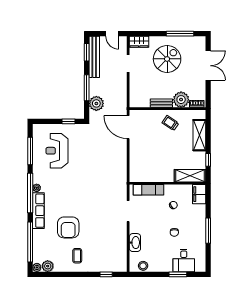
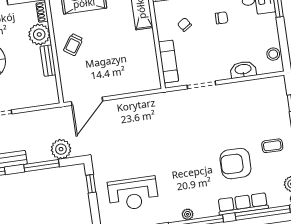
row of seats: (38, 211) -> (243, 204), moved
armchair: (68, 227) -> (235, 164), turned 180

